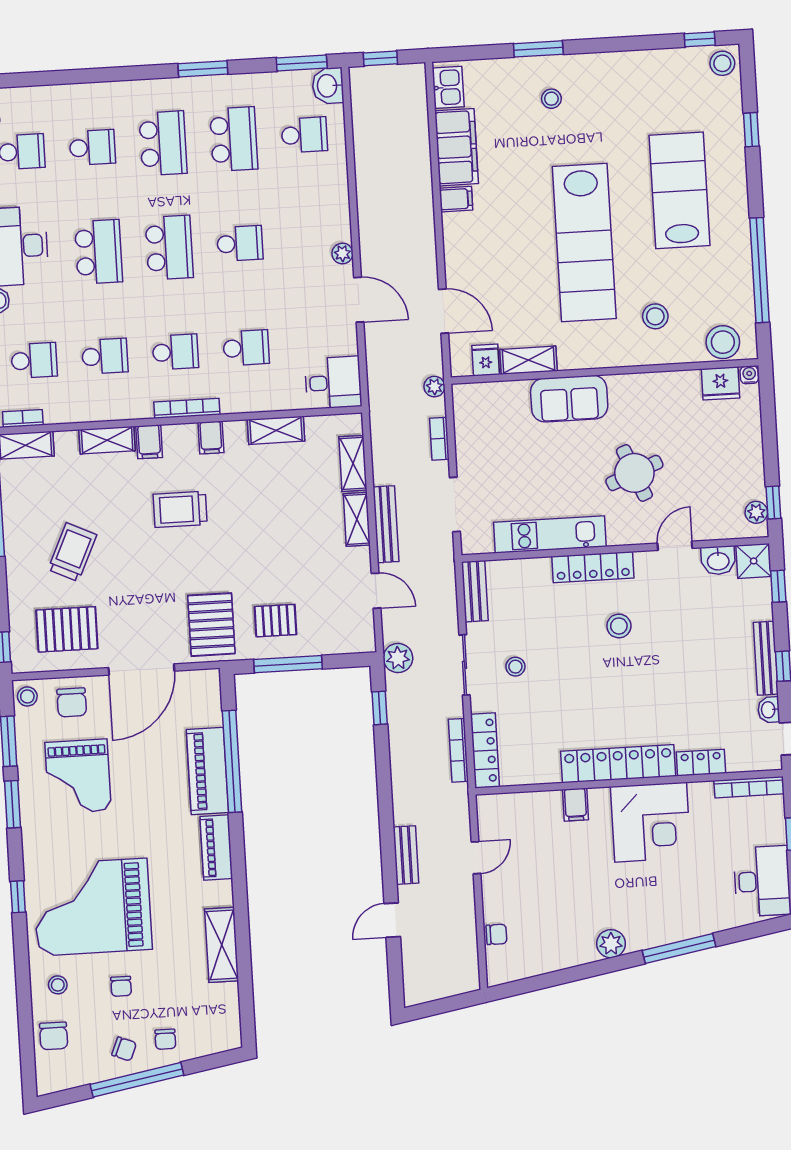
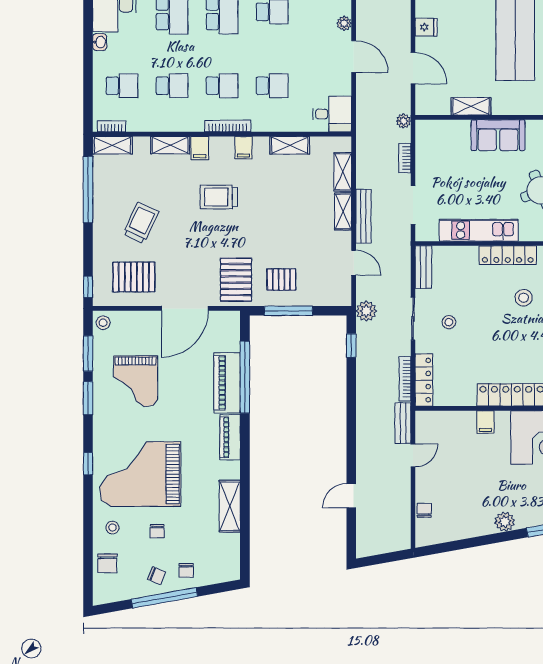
fridge: (486, 360) -> (426, 27), moved, turned 90
chair: (72, 702) -> (134, 329), removed
bench: (406, 855) -> (403, 423), moved
chair: (496, 934) -> (424, 510), turned -90

